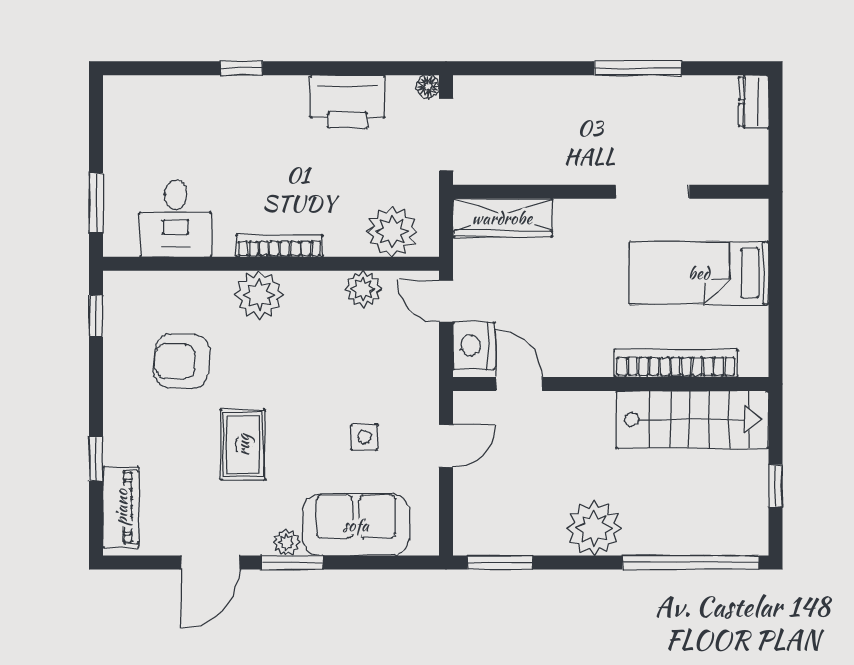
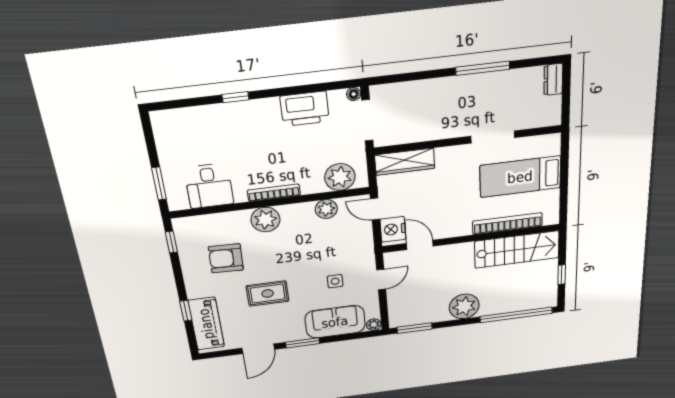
rug: (243, 445) -> (268, 293), turned 90
piano: (121, 507) -> (206, 324), width x1.37, depth x1.33
plant: (286, 542) -> (374, 325), moved

